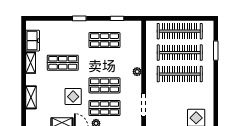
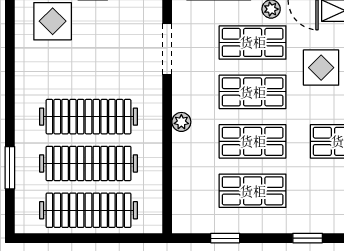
shop shelf: (104, 63) -> (253, 141), added

